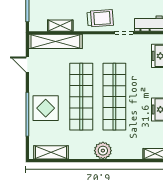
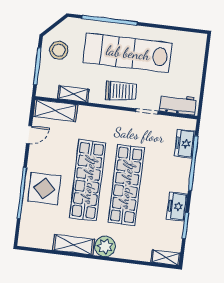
shelving: (55, 41) -> (55, 111), width x0.68
door: (27, 65) -> (29, 135), swing flipped
shelving: (51, 152) -> (74, 245), moved

